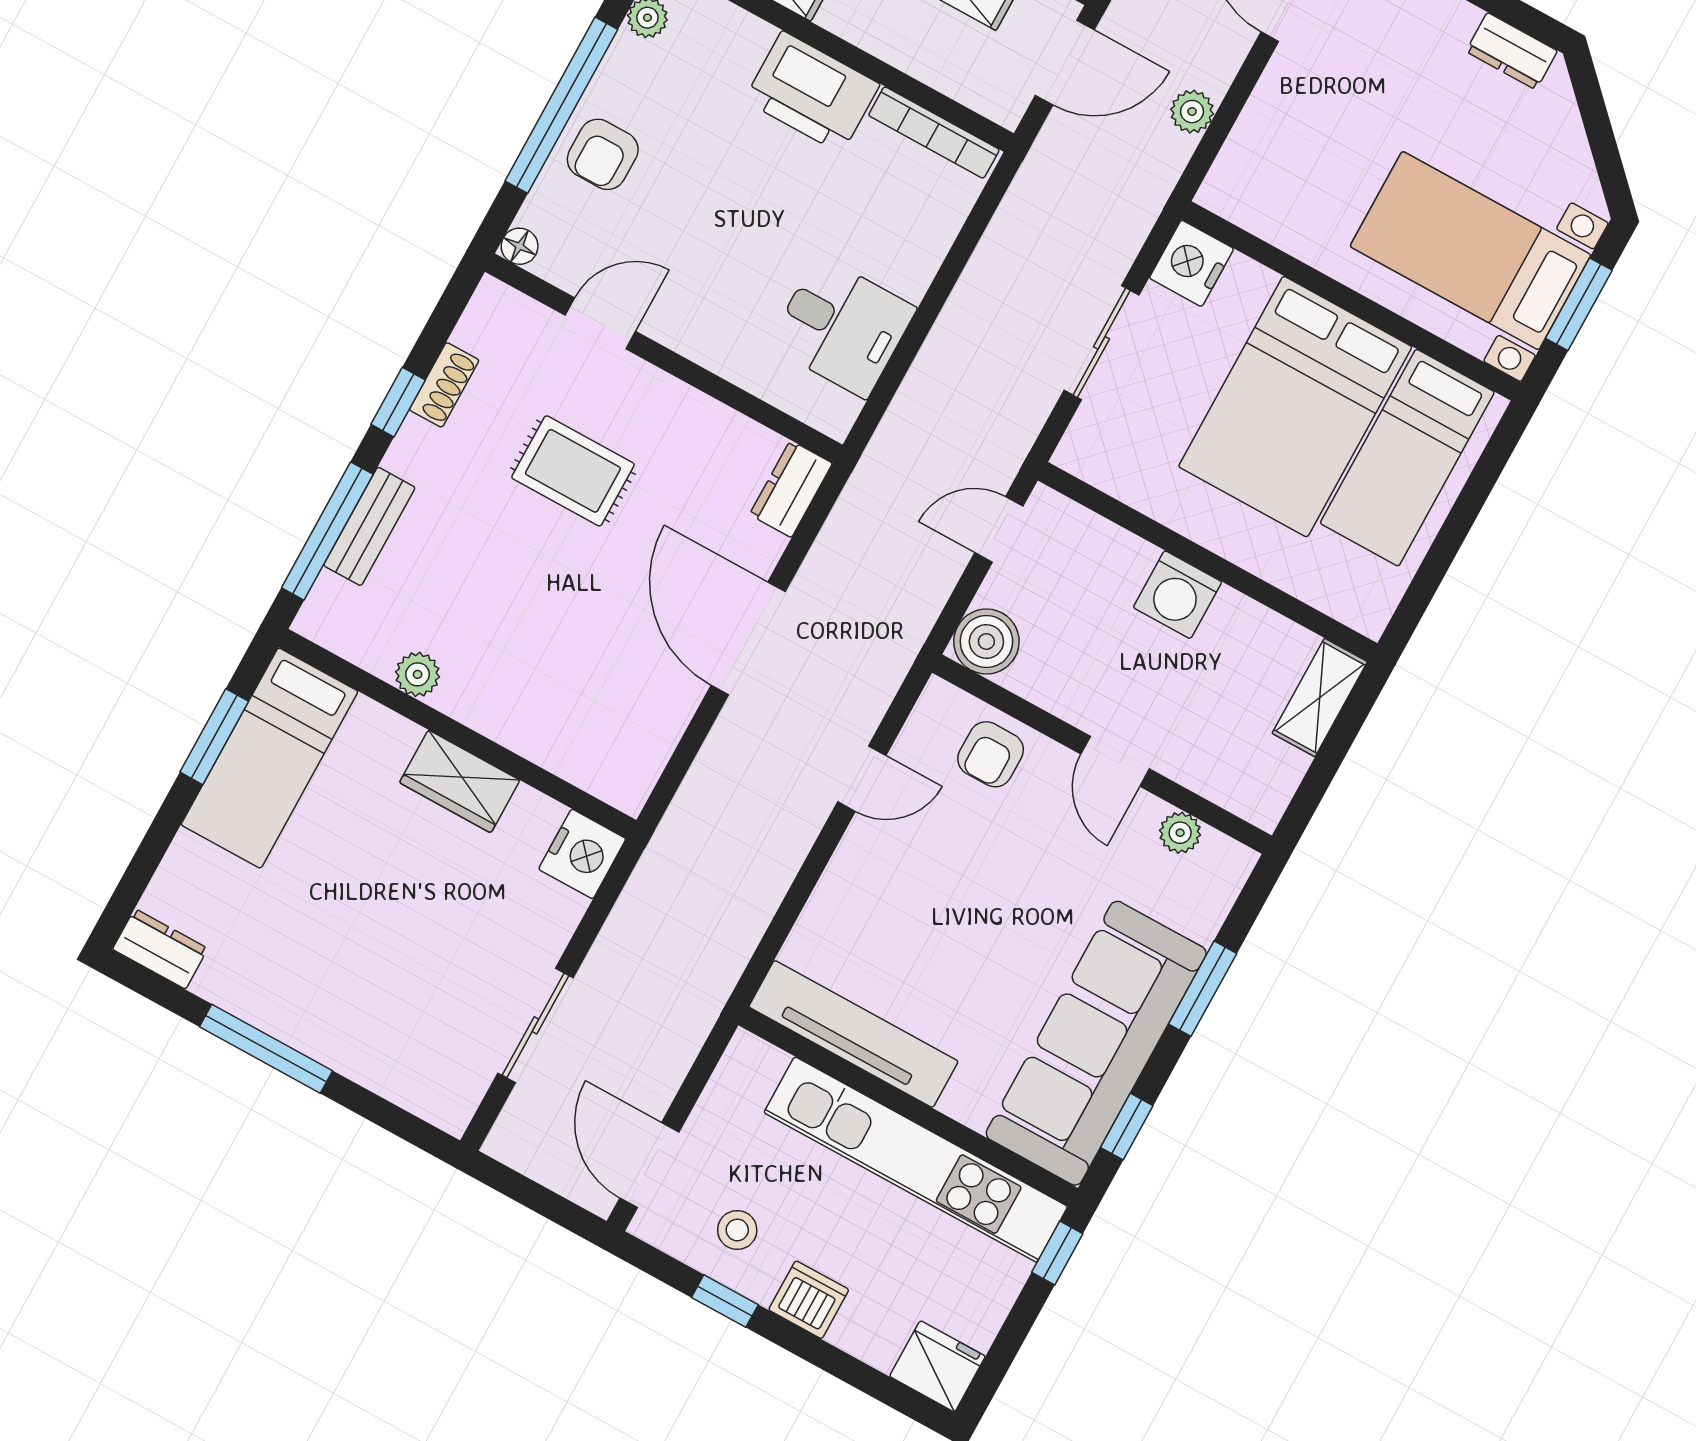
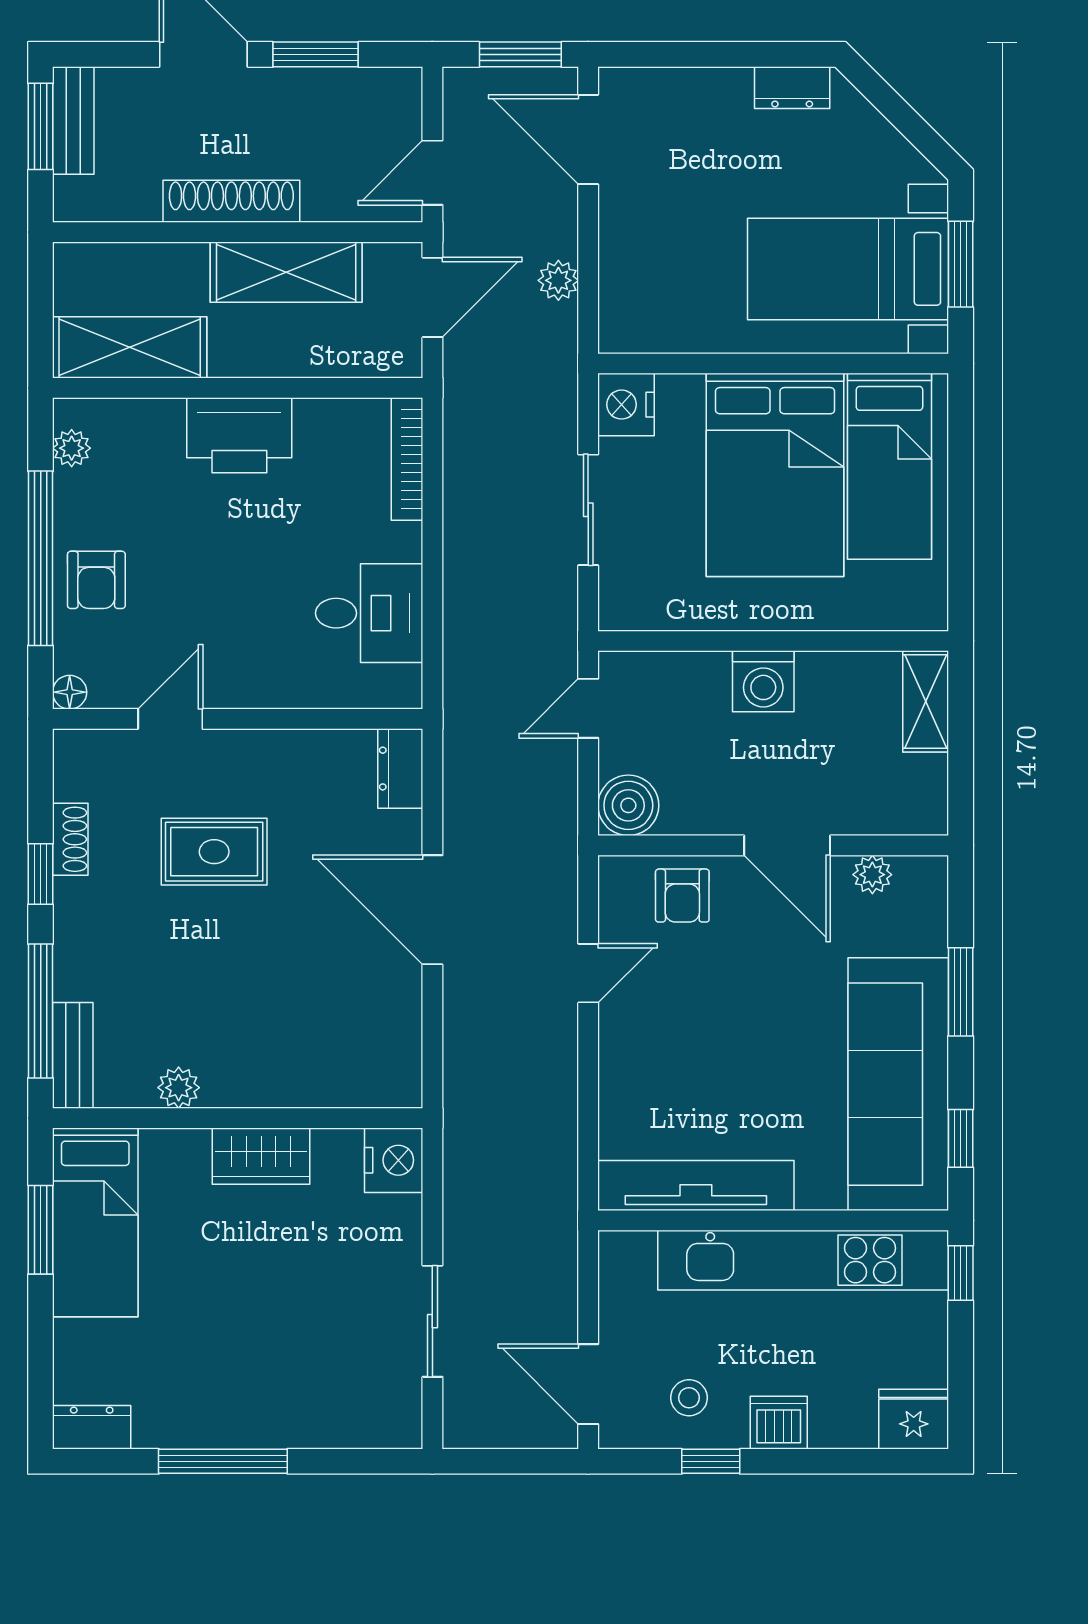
bookcase: (934, 132) -> (407, 459), moved, turned 90
bench: (369, 526) -> (73, 1055), moved
door: (1115, 761) -> (787, 845), width x1.38

